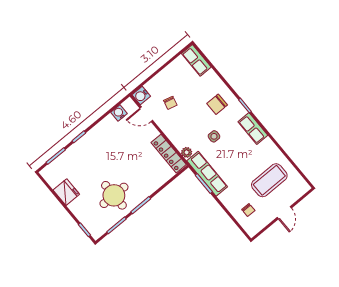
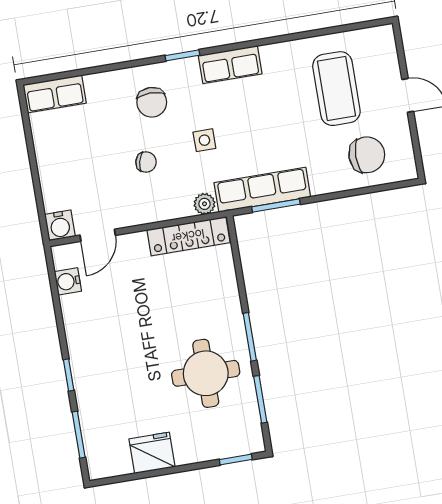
chair: (170, 103) -> (146, 162), moved
chair: (248, 210) -> (367, 155), width x1.87, depth x1.87

